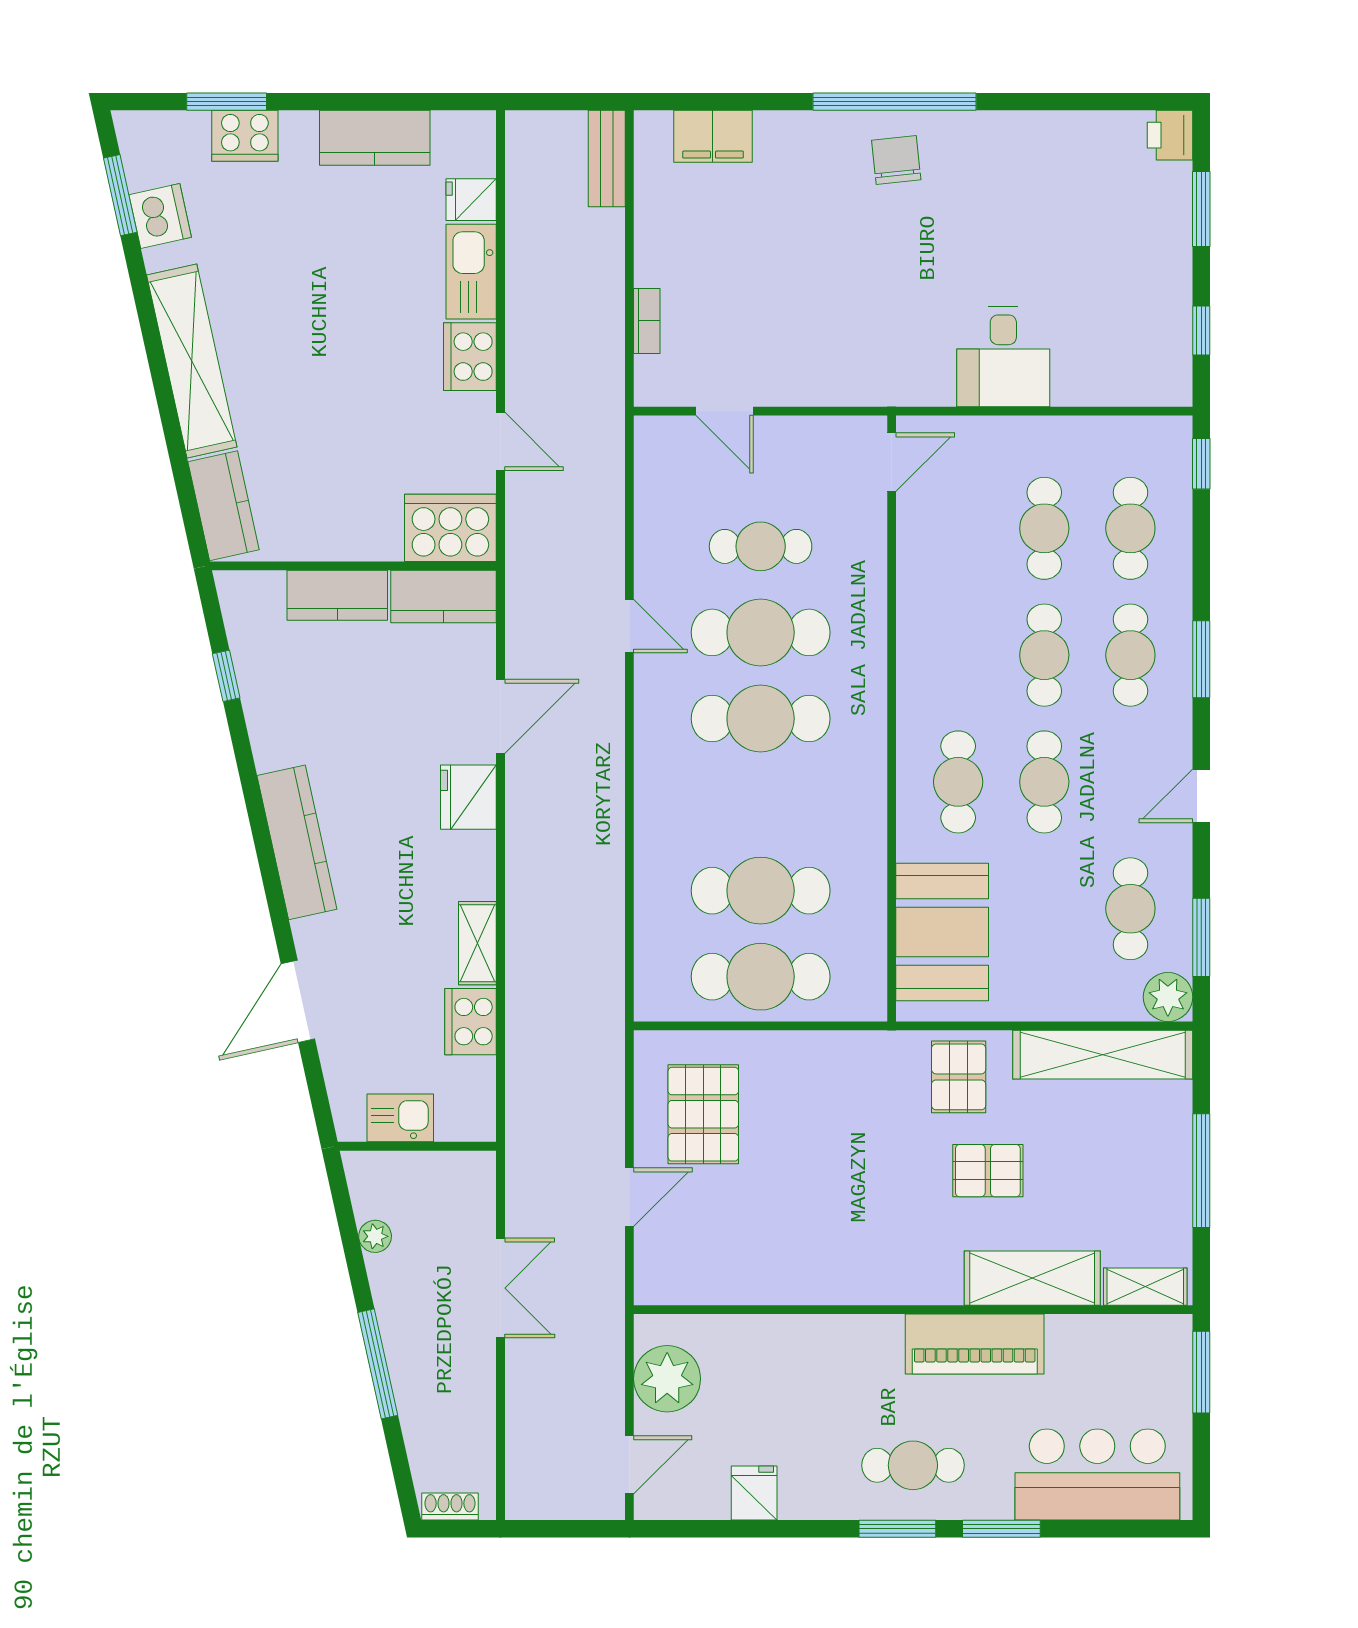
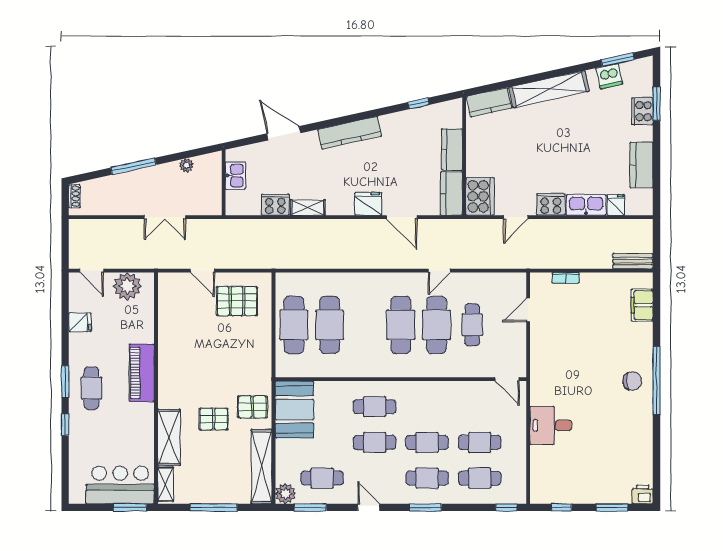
booth: (942, 932) -> (294, 410), moved, turned 90
pallet: (988, 1171) -> (214, 419), turned 90
piano: (975, 1344) -> (142, 373), moved
bar counter: (1097, 1475) -> (120, 485), moved, turned -90
window: (1001, 1529) -> (65, 425), width x0.67

